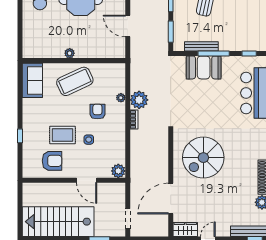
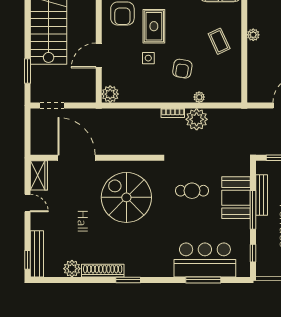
coffee table: (75, 81) -> (219, 41), width x0.54, depth x0.58
cafe table: (198, 104) -> (192, 191), added
armchair: (97, 112) -> (182, 69), turned 99

